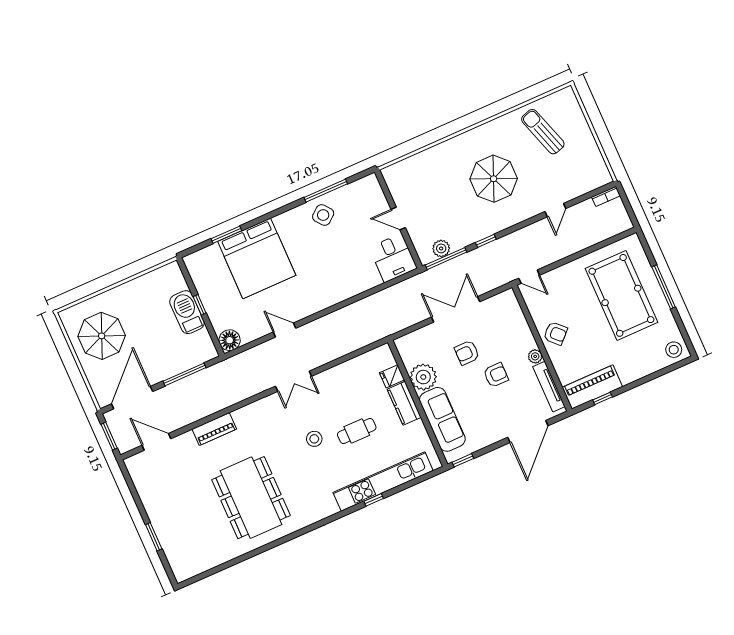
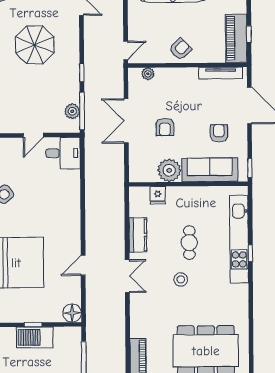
plant: (535, 356) -> (148, 74), moved
armchair: (496, 375) -> (219, 133), moved
kitchen counter: (404, 403) -> (138, 235), moved, turned -90

